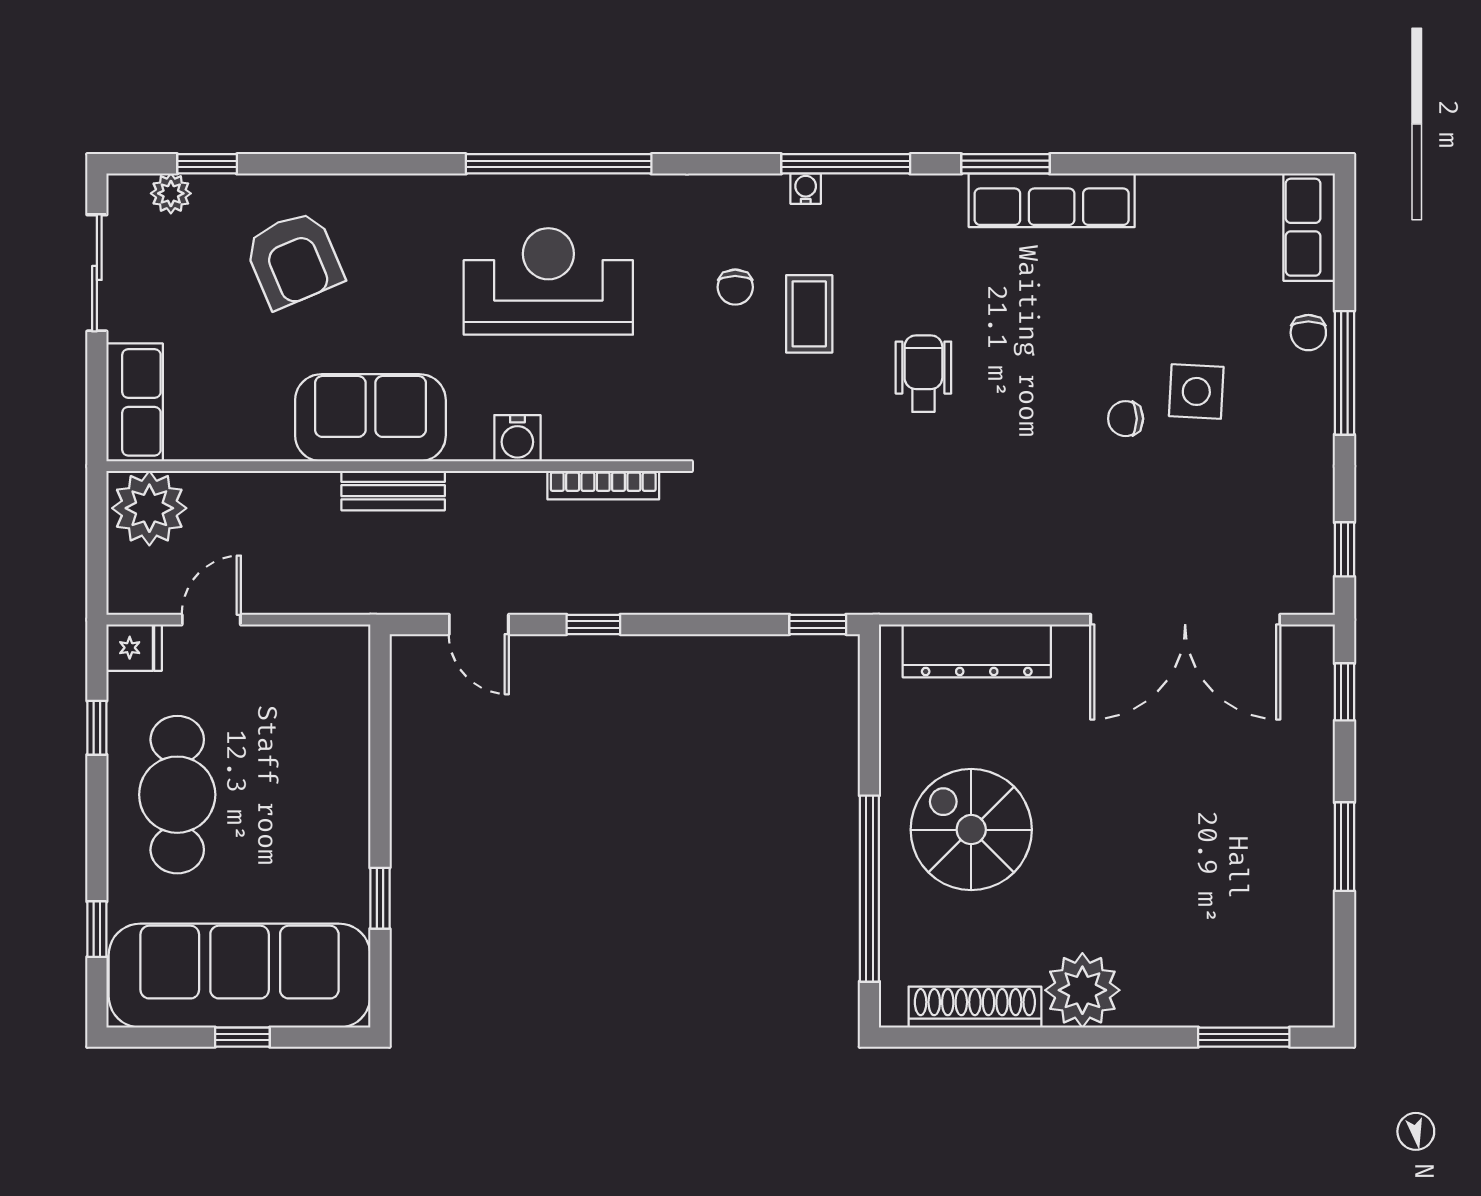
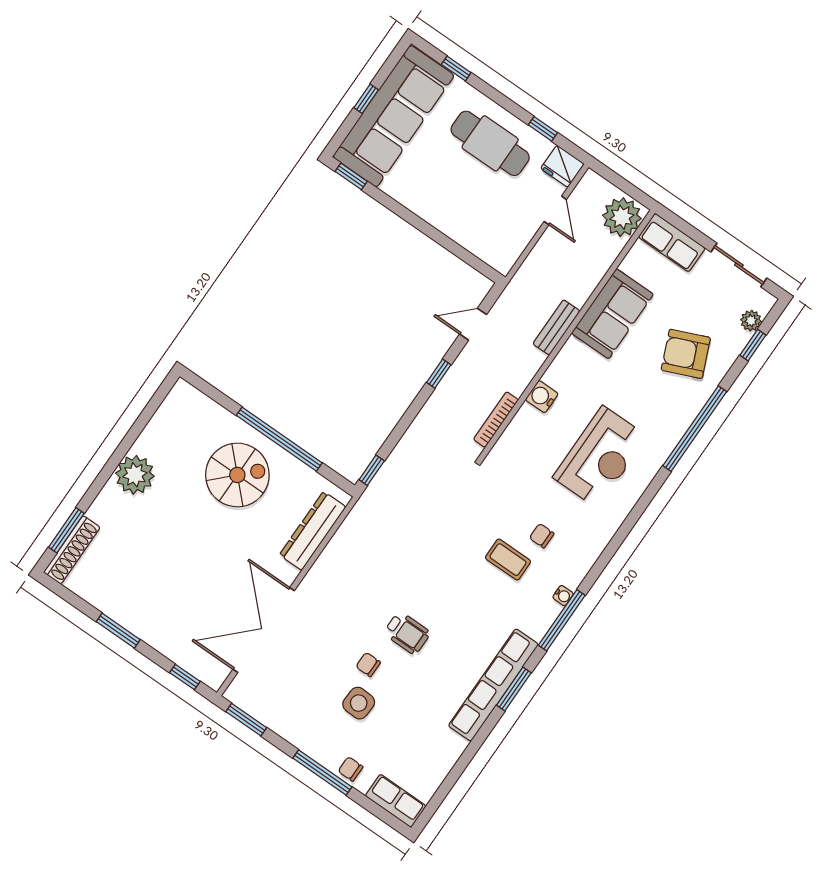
window: (559, 164) -> (695, 429), moved
row of seats: (1052, 200) -> (493, 685), width x1.36
wheelchair: (923, 374) -> (407, 633), moved
sofa: (370, 418) -> (612, 314), moved
chair: (1126, 419) -> (368, 665), turned -90
window: (1344, 549) -> (246, 720), width x1.50
fridge: (134, 648) -> (562, 166), width x1.38
window: (869, 889) -> (279, 439), moved
window: (380, 898) -> (351, 176), moved
shoe rack: (975, 1007) -> (72, 550), moved

